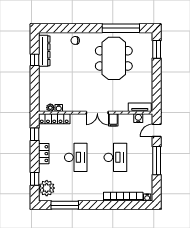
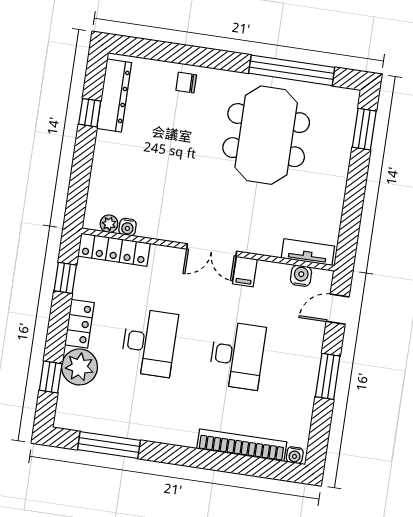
window: (157, 161) -> (328, 376), width x0.69
plant: (47, 188) -> (80, 367), moved

